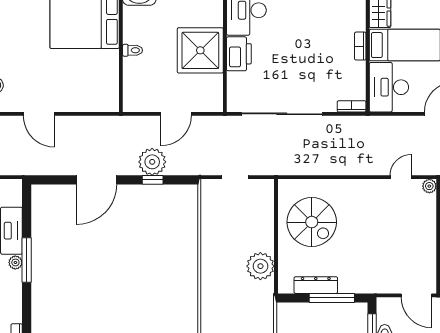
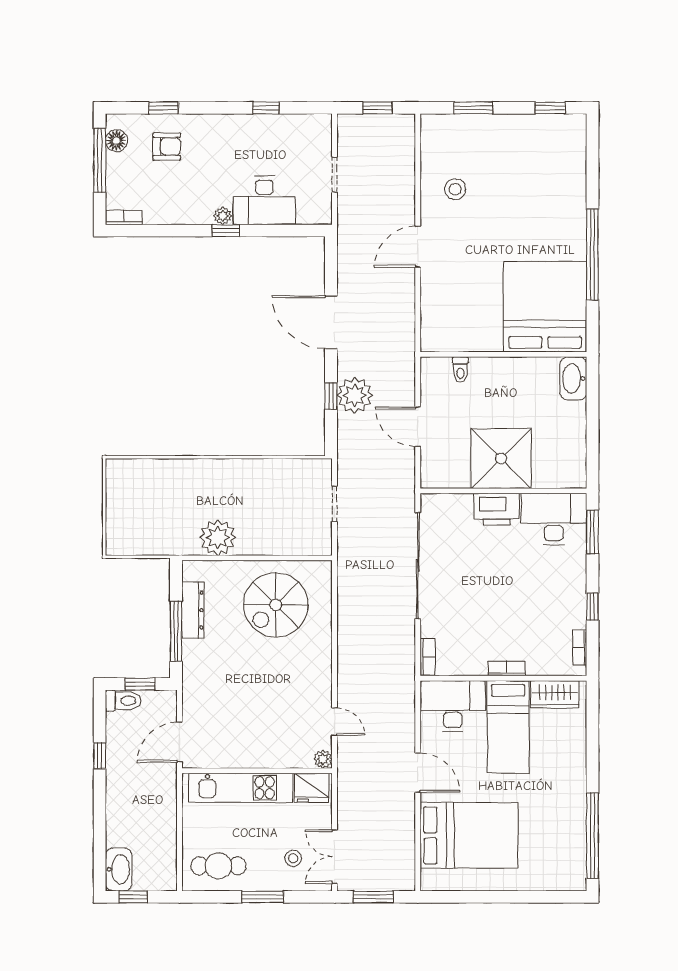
toilet: (133, 50) -> (460, 370), moved
window: (27, 260) -> (226, 231), width x0.46

